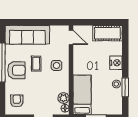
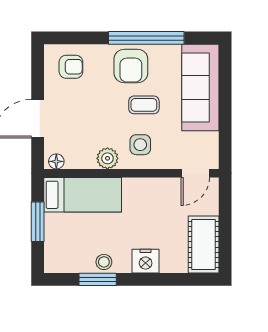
plant: (63, 98) -> (107, 158), moved

